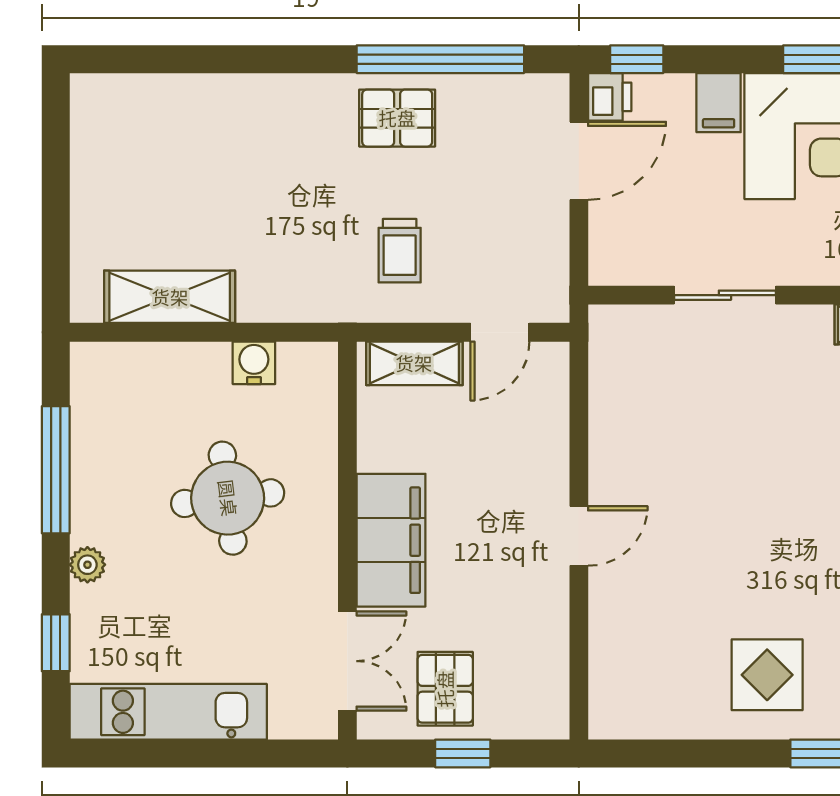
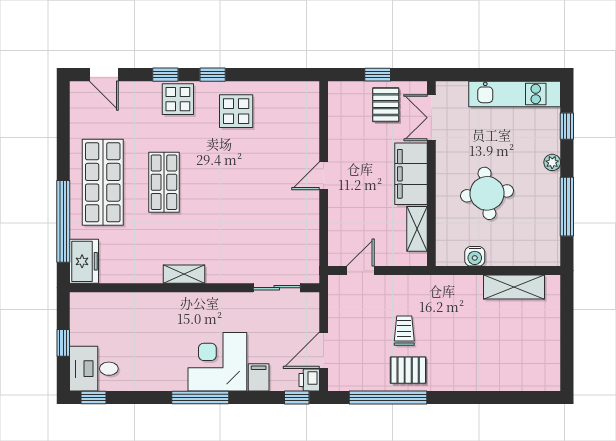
trolley: (400, 251) -> (404, 331), moved
sliding door: (725, 295) -> (277, 288), moved
shelving: (414, 363) -> (417, 229), moved, turned 90

